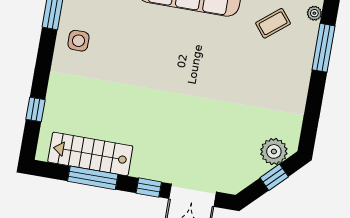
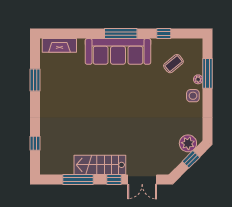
plant: (314, 13) -> (198, 79), moved
side table: (78, 41) -> (193, 96), moved
stairs: (90, 154) -> (100, 165), moved

